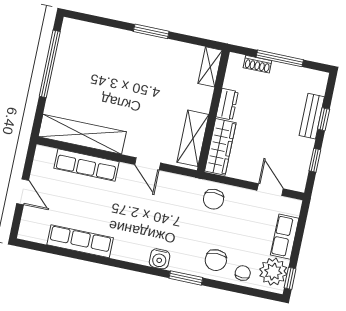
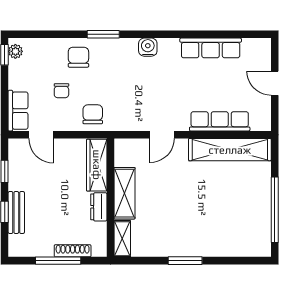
shoe rack: (257, 64) -> (73, 251), width x1.43
shelving: (193, 138) -> (124, 193), moved
door: (148, 164) -> (162, 135), swing flipped
row of seats: (285, 237) -> (18, 111), moved
water cooler: (160, 259) -> (148, 47), moved
plant: (273, 272) -> (15, 51), width x0.53, depth x0.53
chair: (243, 273) -> (61, 91), moved

